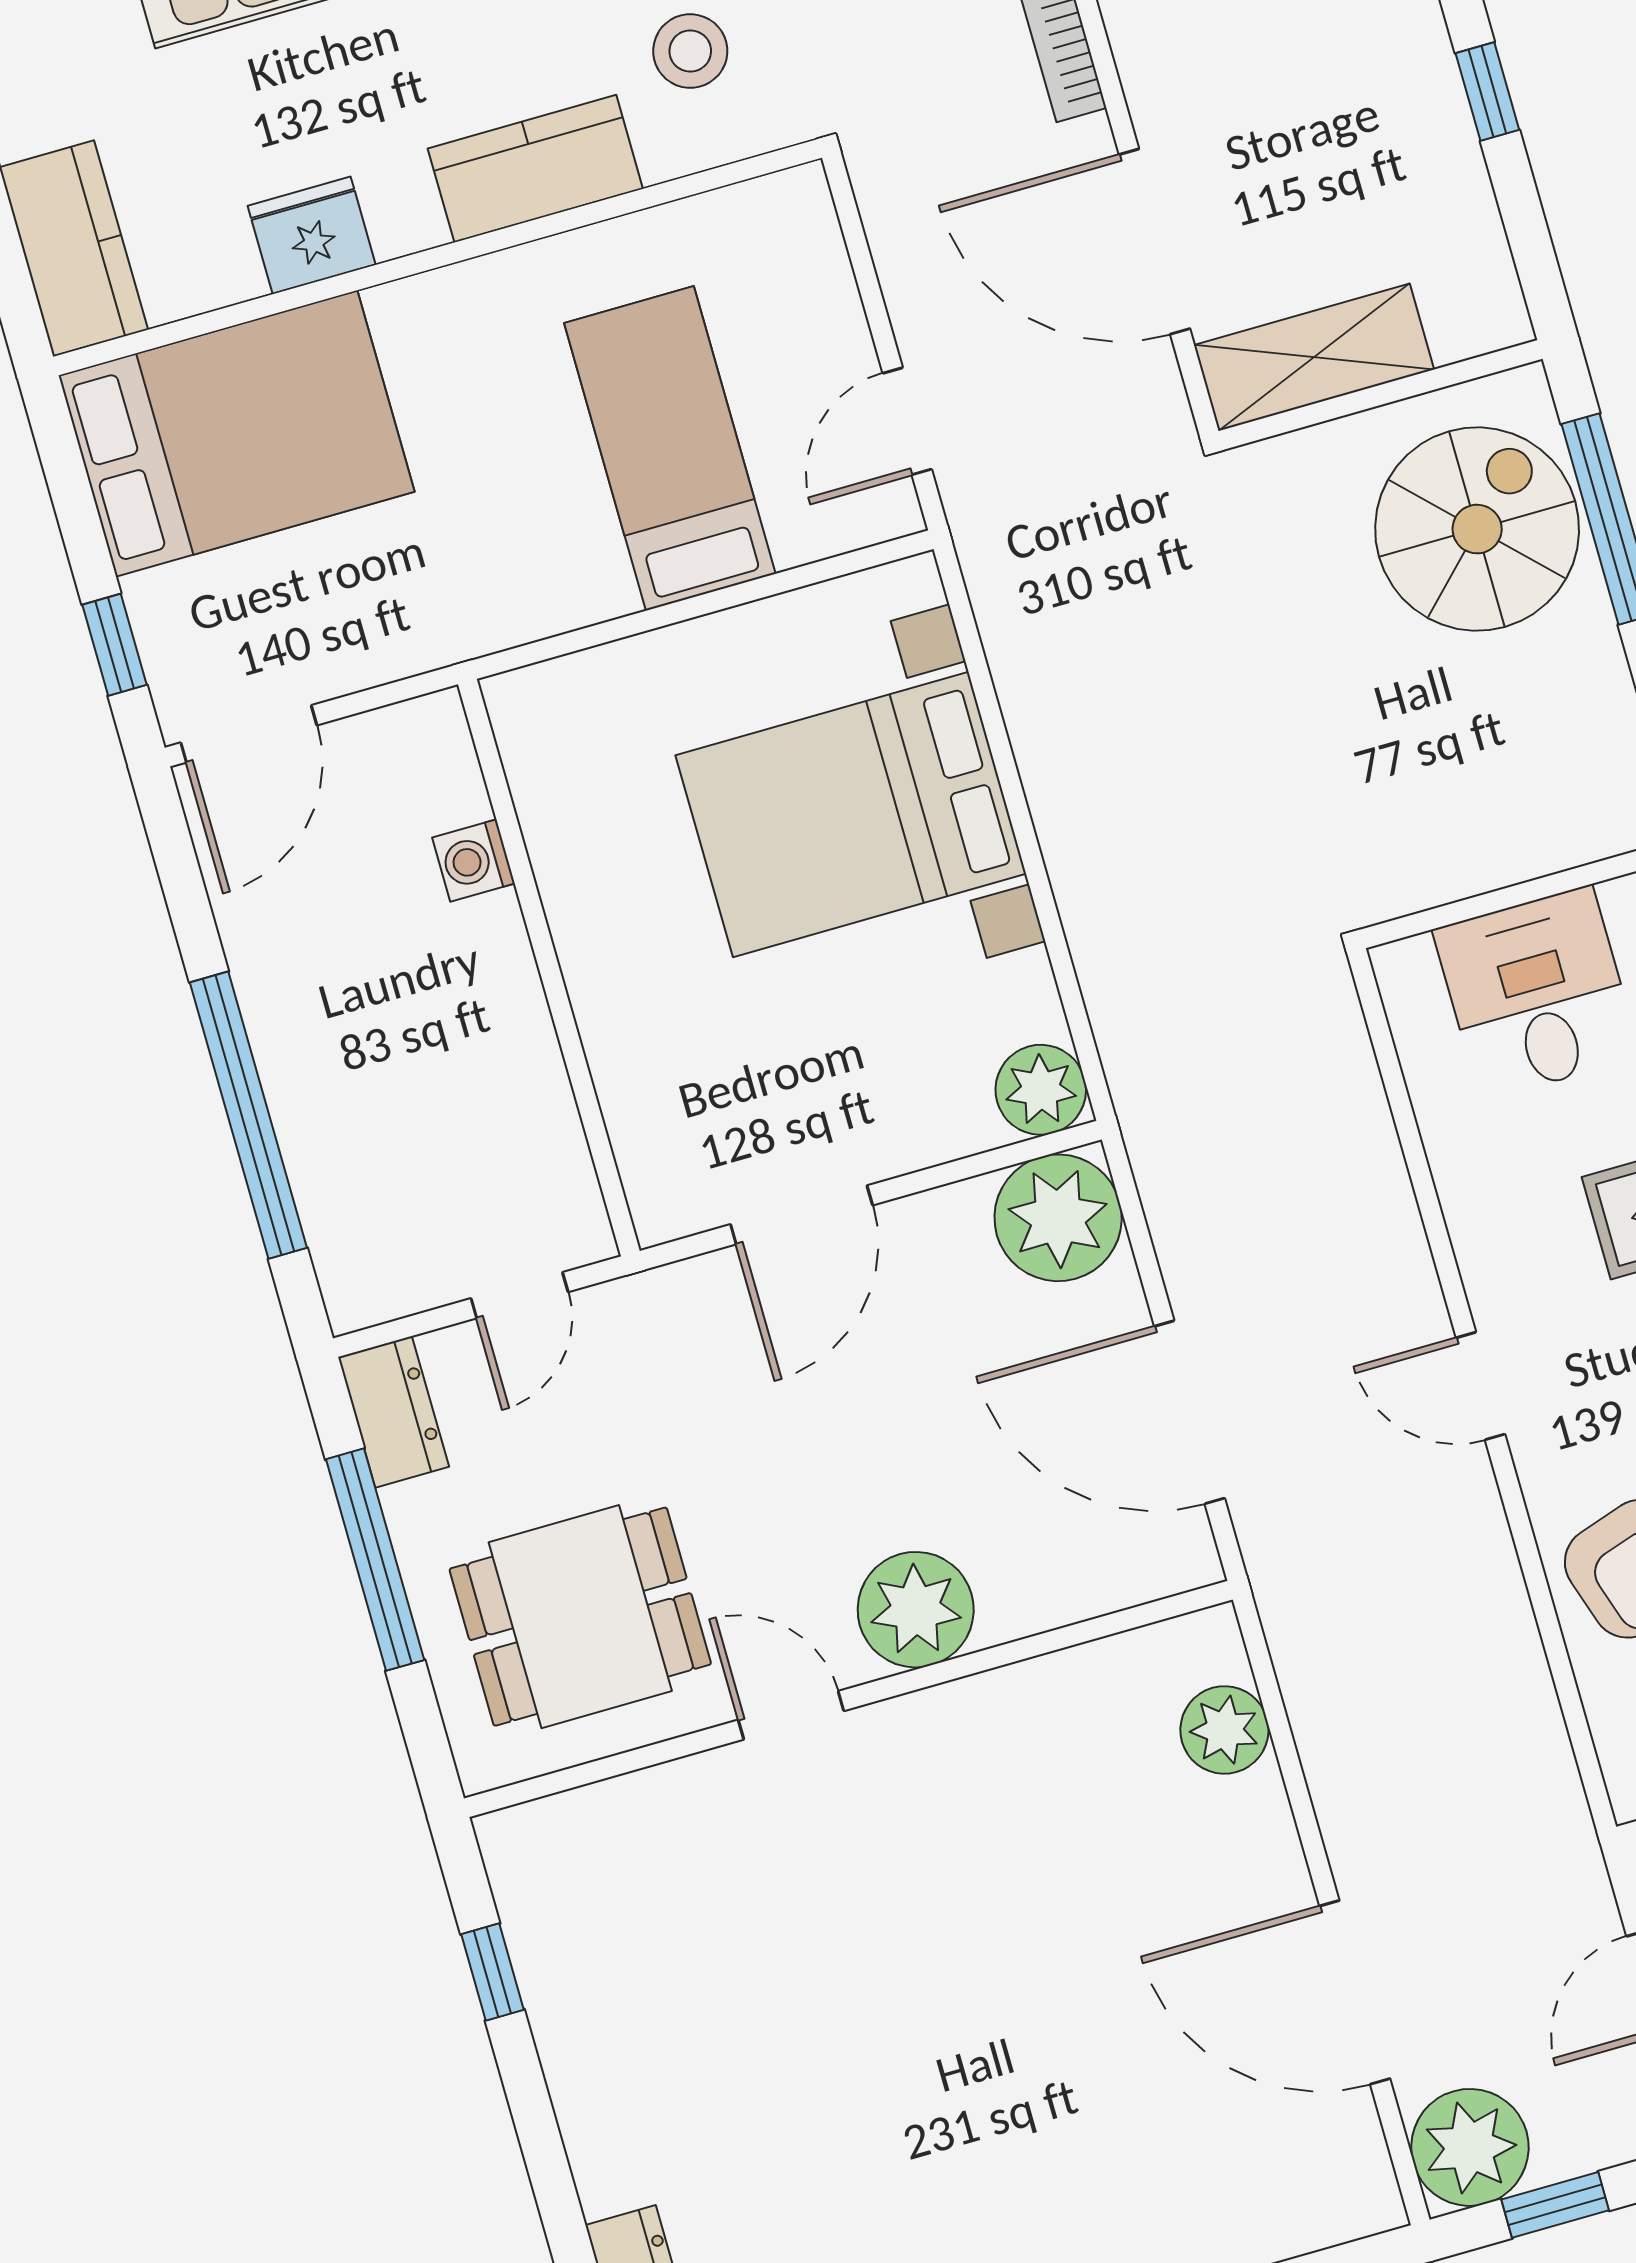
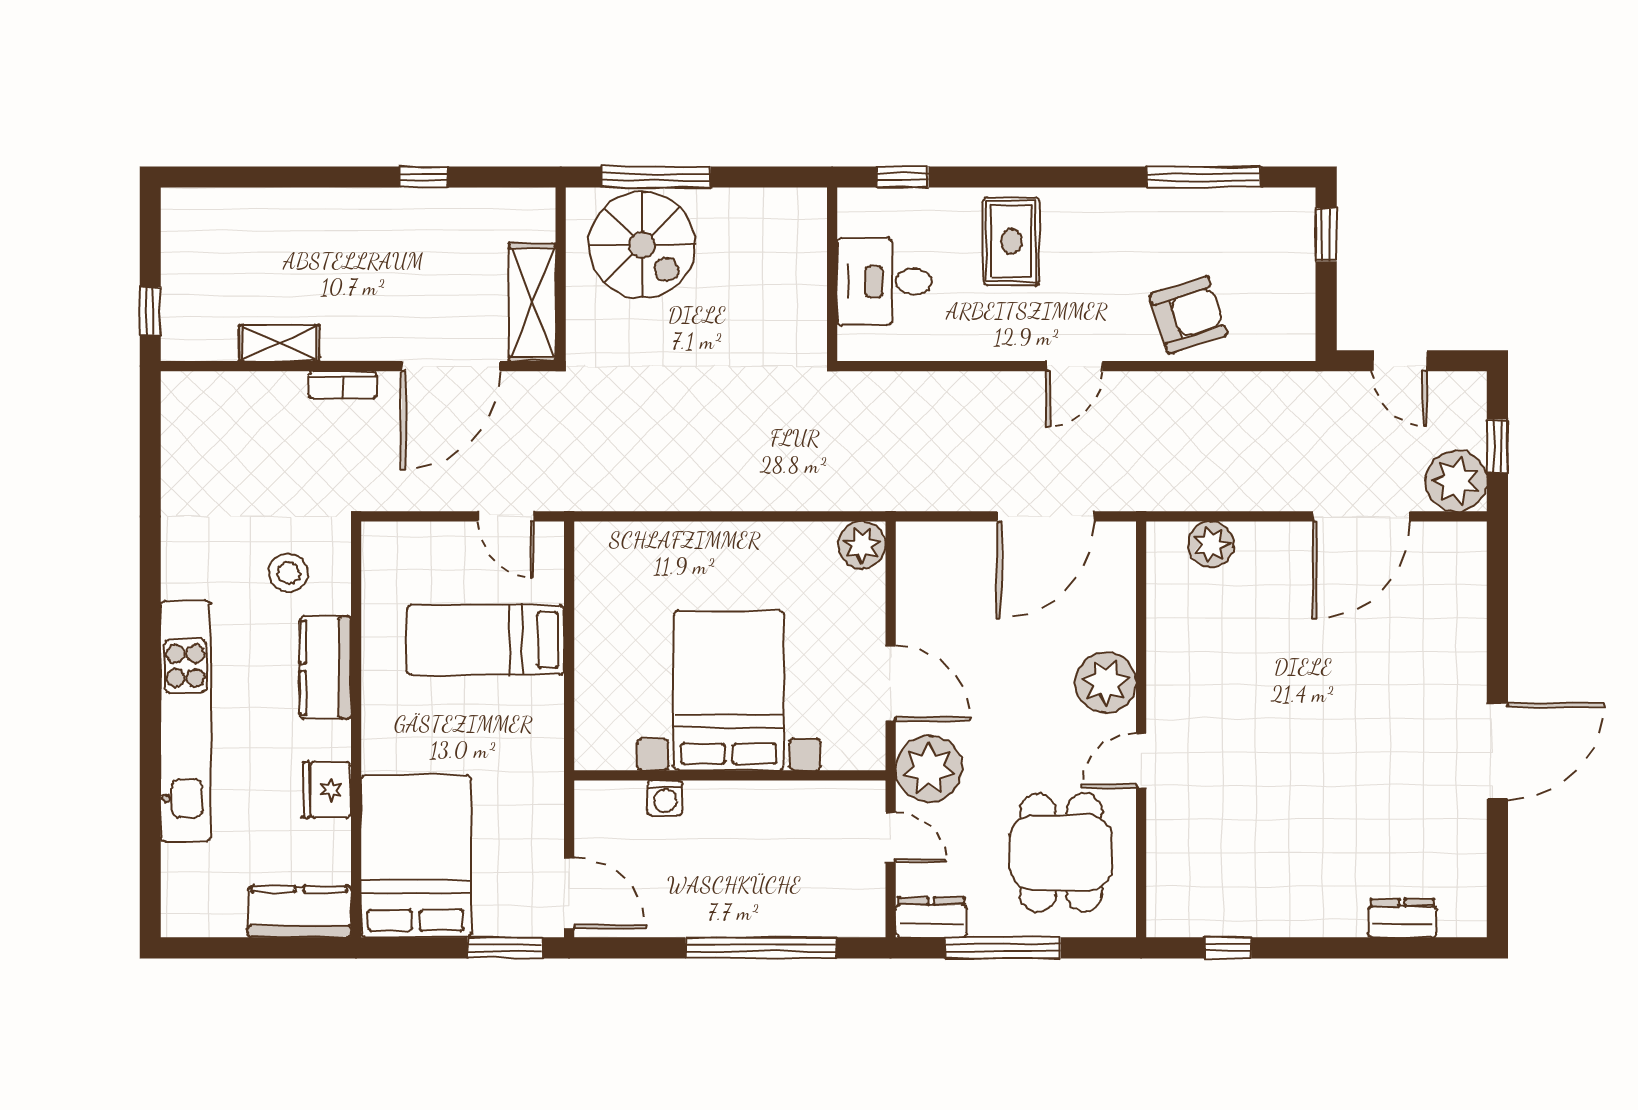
spiral stairs: (1477, 529) -> (642, 245), turned 180
window: (114, 645) -> (505, 948), width x1.50
bed with nightstands: (851, 814) -> (729, 691), moved, turned 180
plant: (1058, 1218) -> (929, 769), moved

